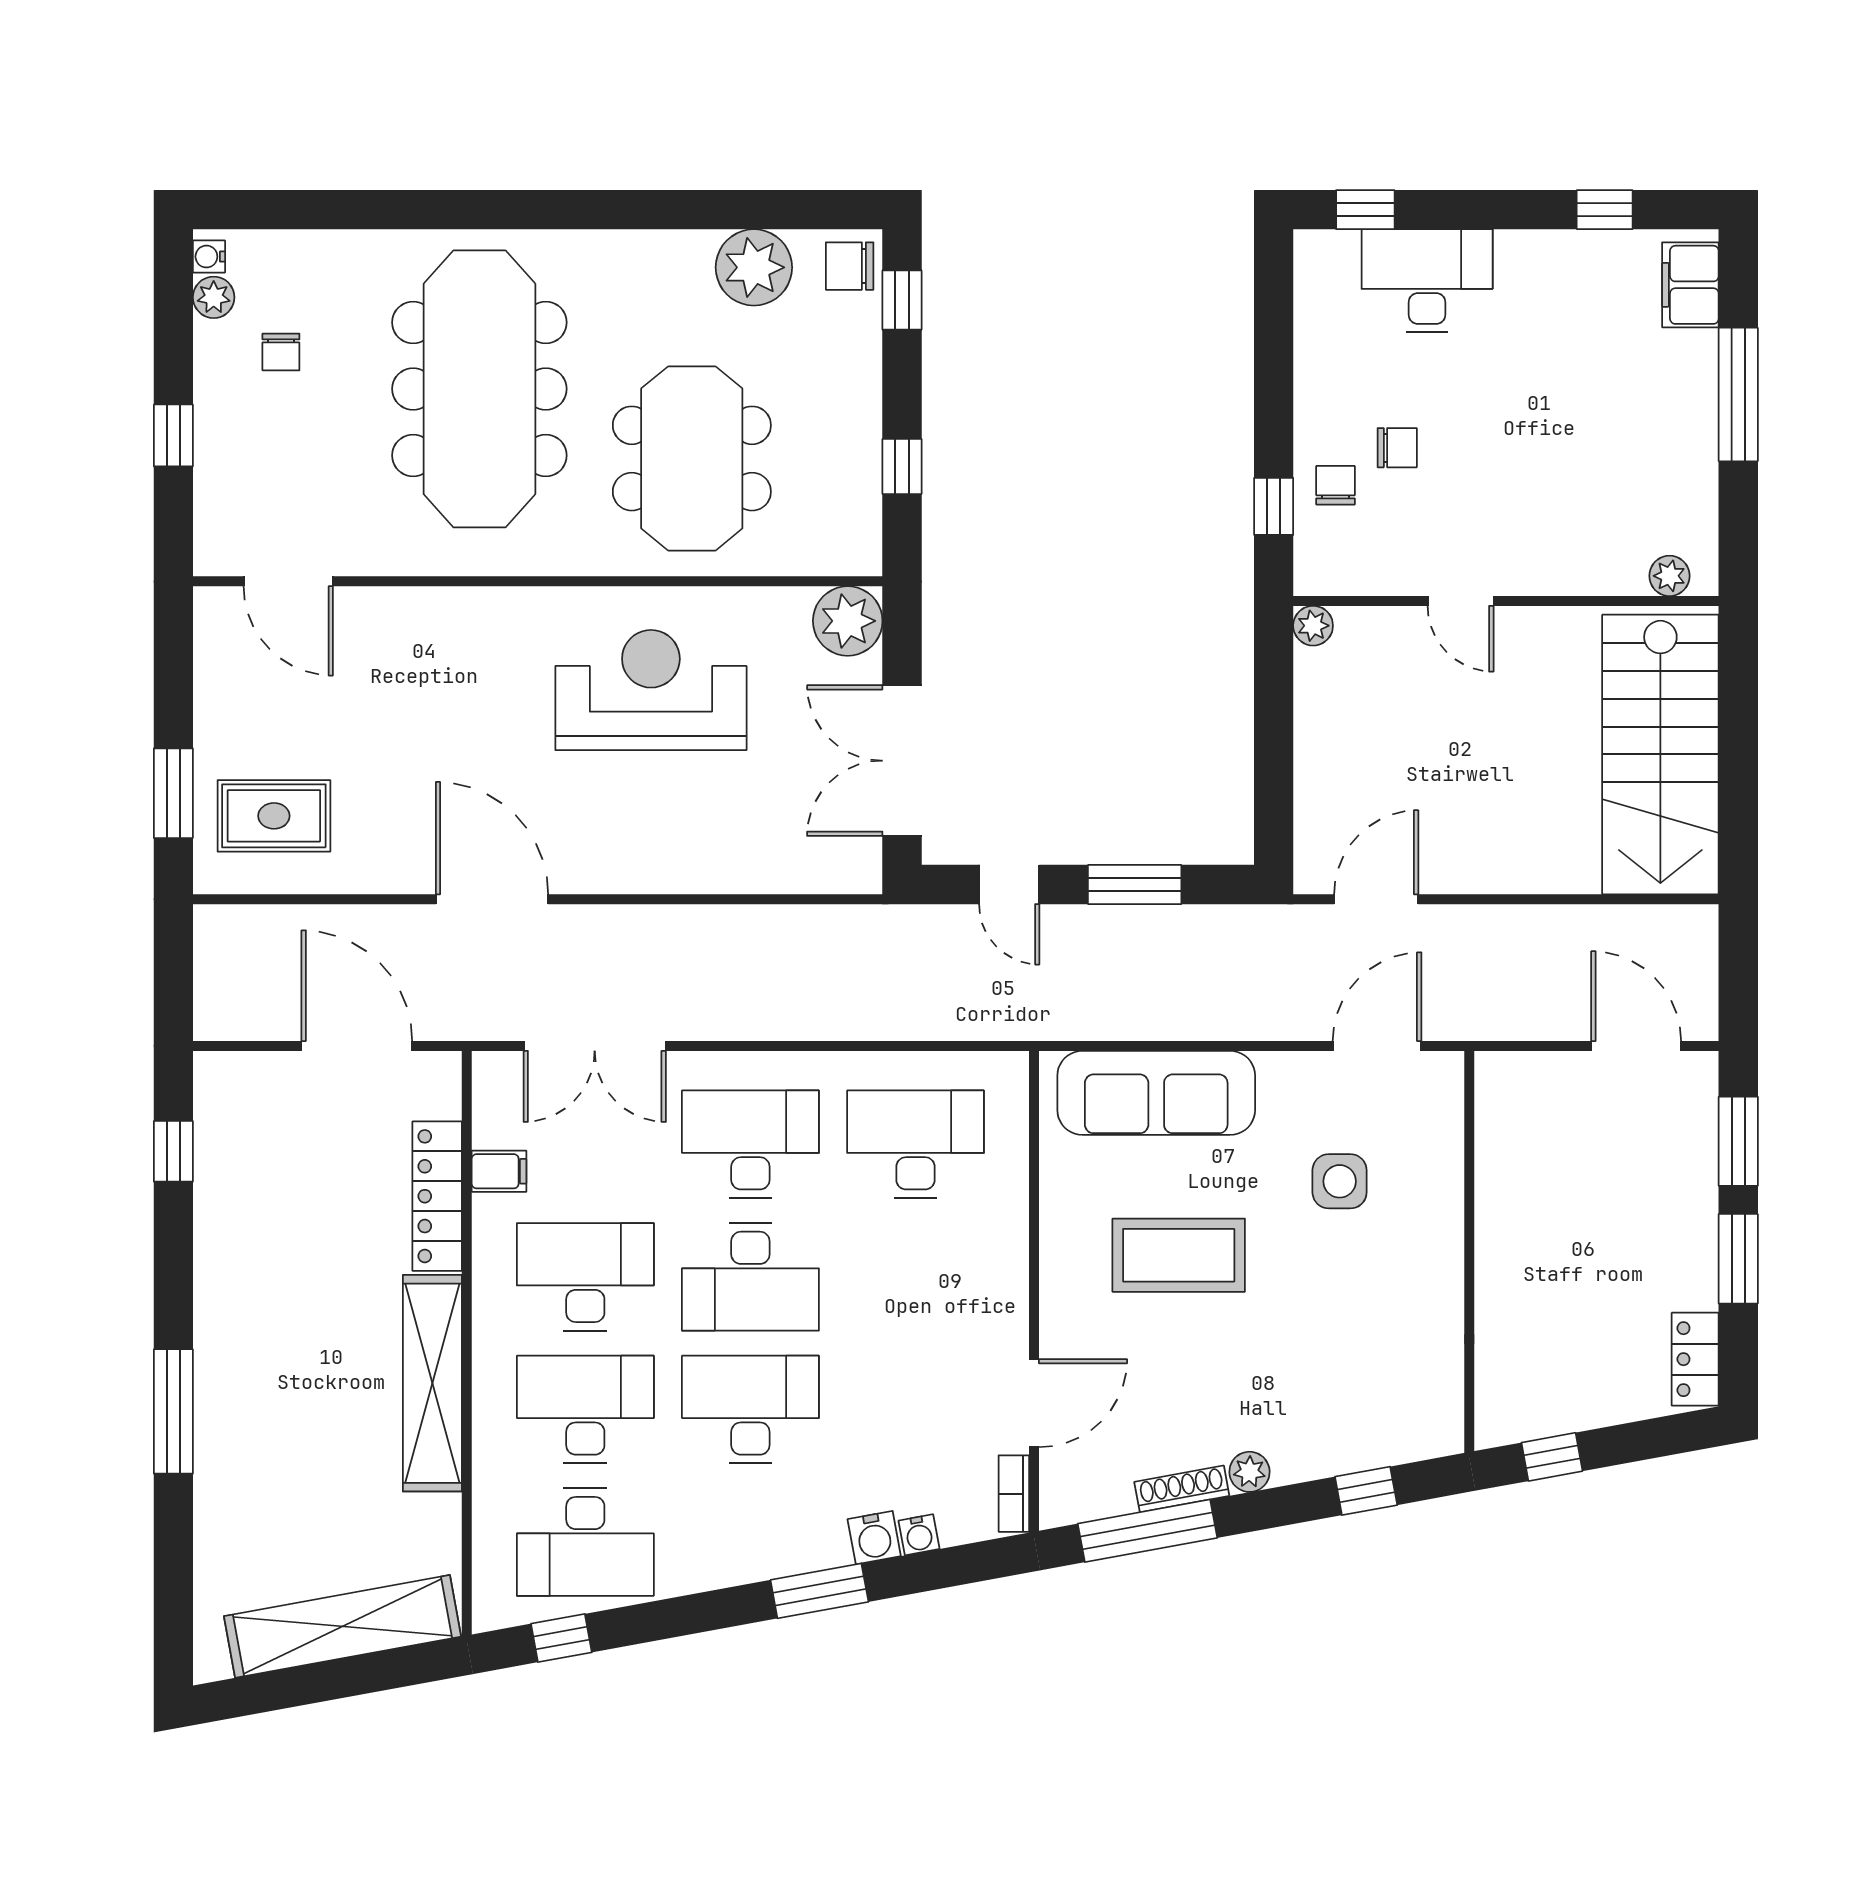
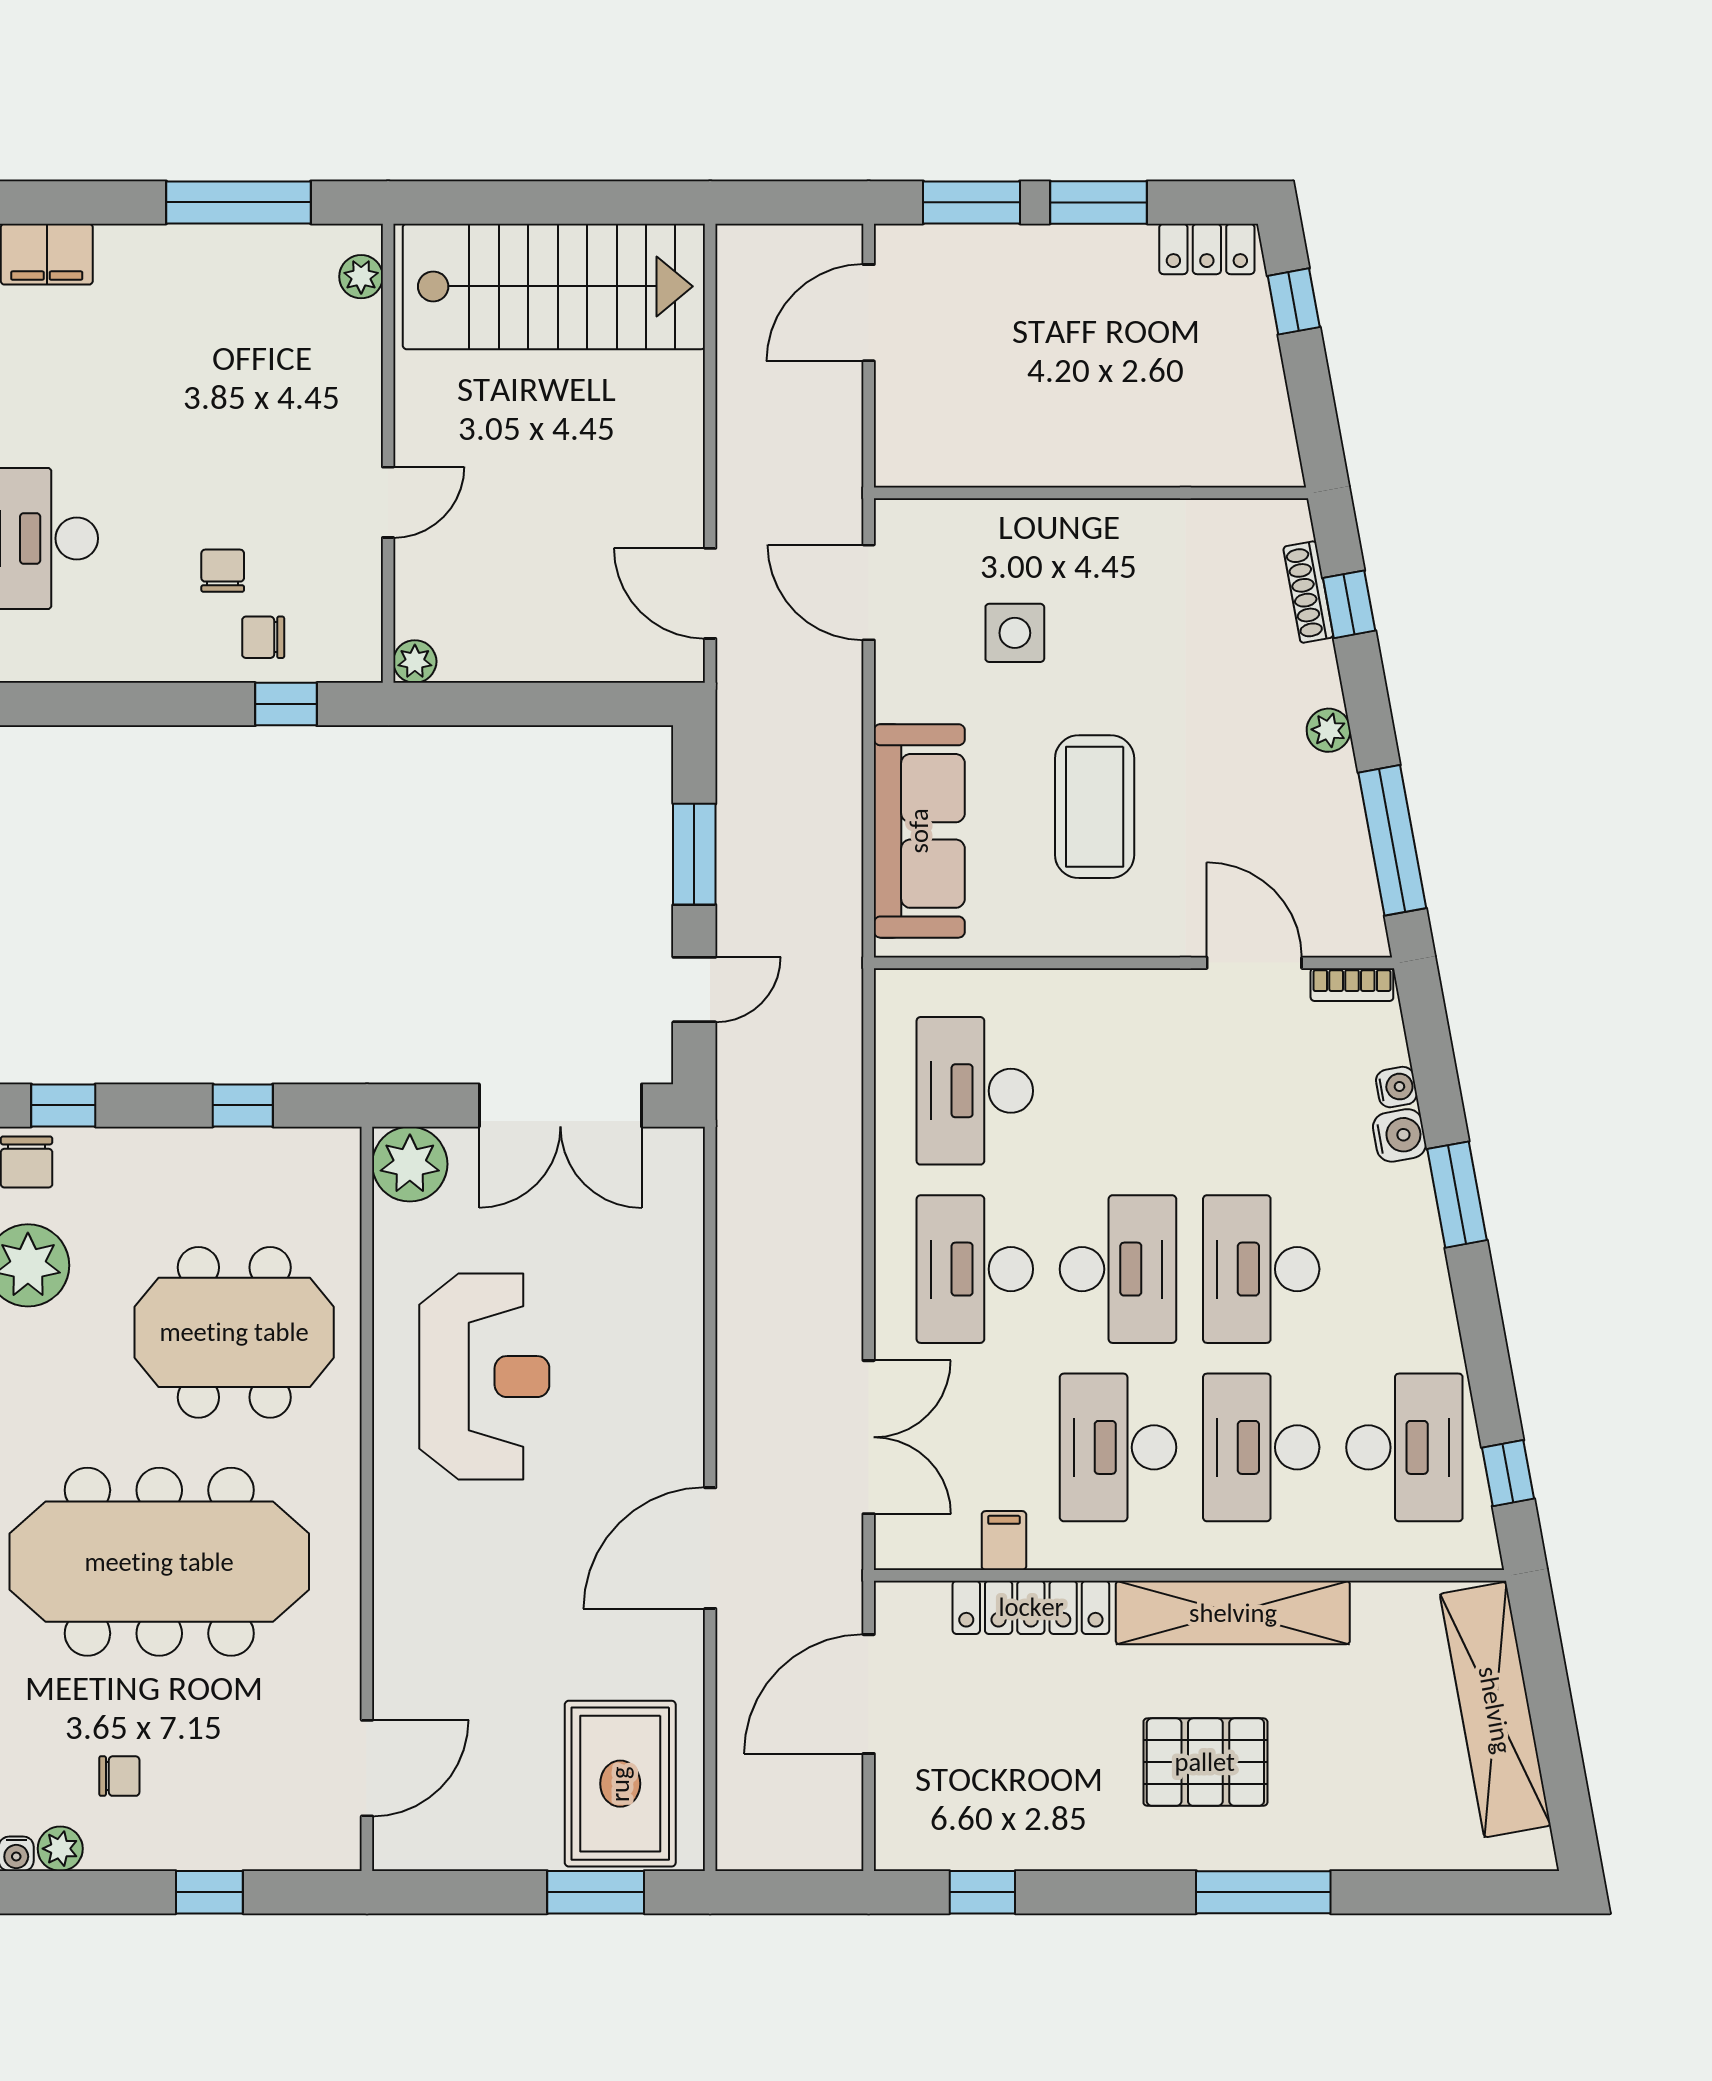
window: (1738, 395) -> (238, 202), moved
reception desk: (651, 690) -> (484, 1377), turned 180
rug: (274, 816) -> (620, 1784), width x1.36, depth x1.43
pallet: (294, 1358) -> (1205, 1762), added
window: (1552, 1457) -> (1294, 301), moved
shoe rack: (1182, 1489) -> (1308, 592), moved

